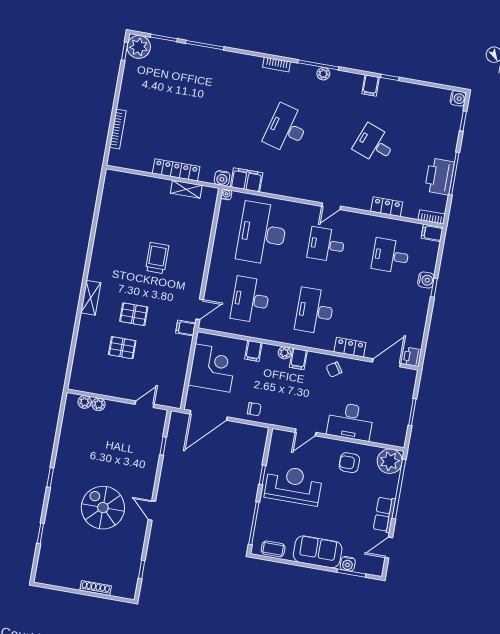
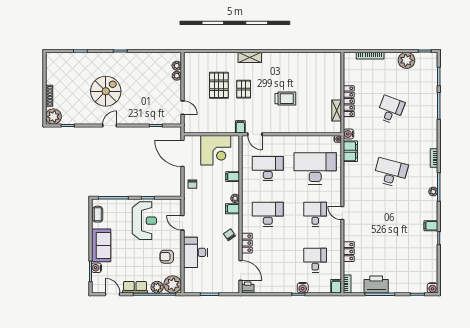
plant: (139, 47) -> (406, 60), moved
desk: (374, 144) -> (391, 110), moved
pallet: (122, 348) -> (219, 85), width x1.50, depth x1.42
armchair: (349, 463) -> (167, 257), turned -90
plant: (390, 484) -> (157, 287), added
plant: (126, 587) -> (53, 117), added

